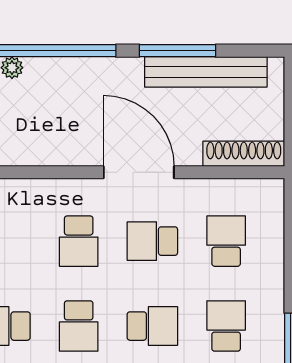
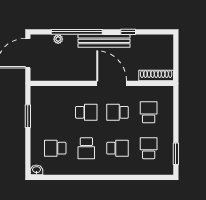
window: (177, 51) -> (128, 32), width x0.46
bench: (206, 72) -> (104, 41), moved
school desk: (79, 241) -> (86, 112), turned -90

